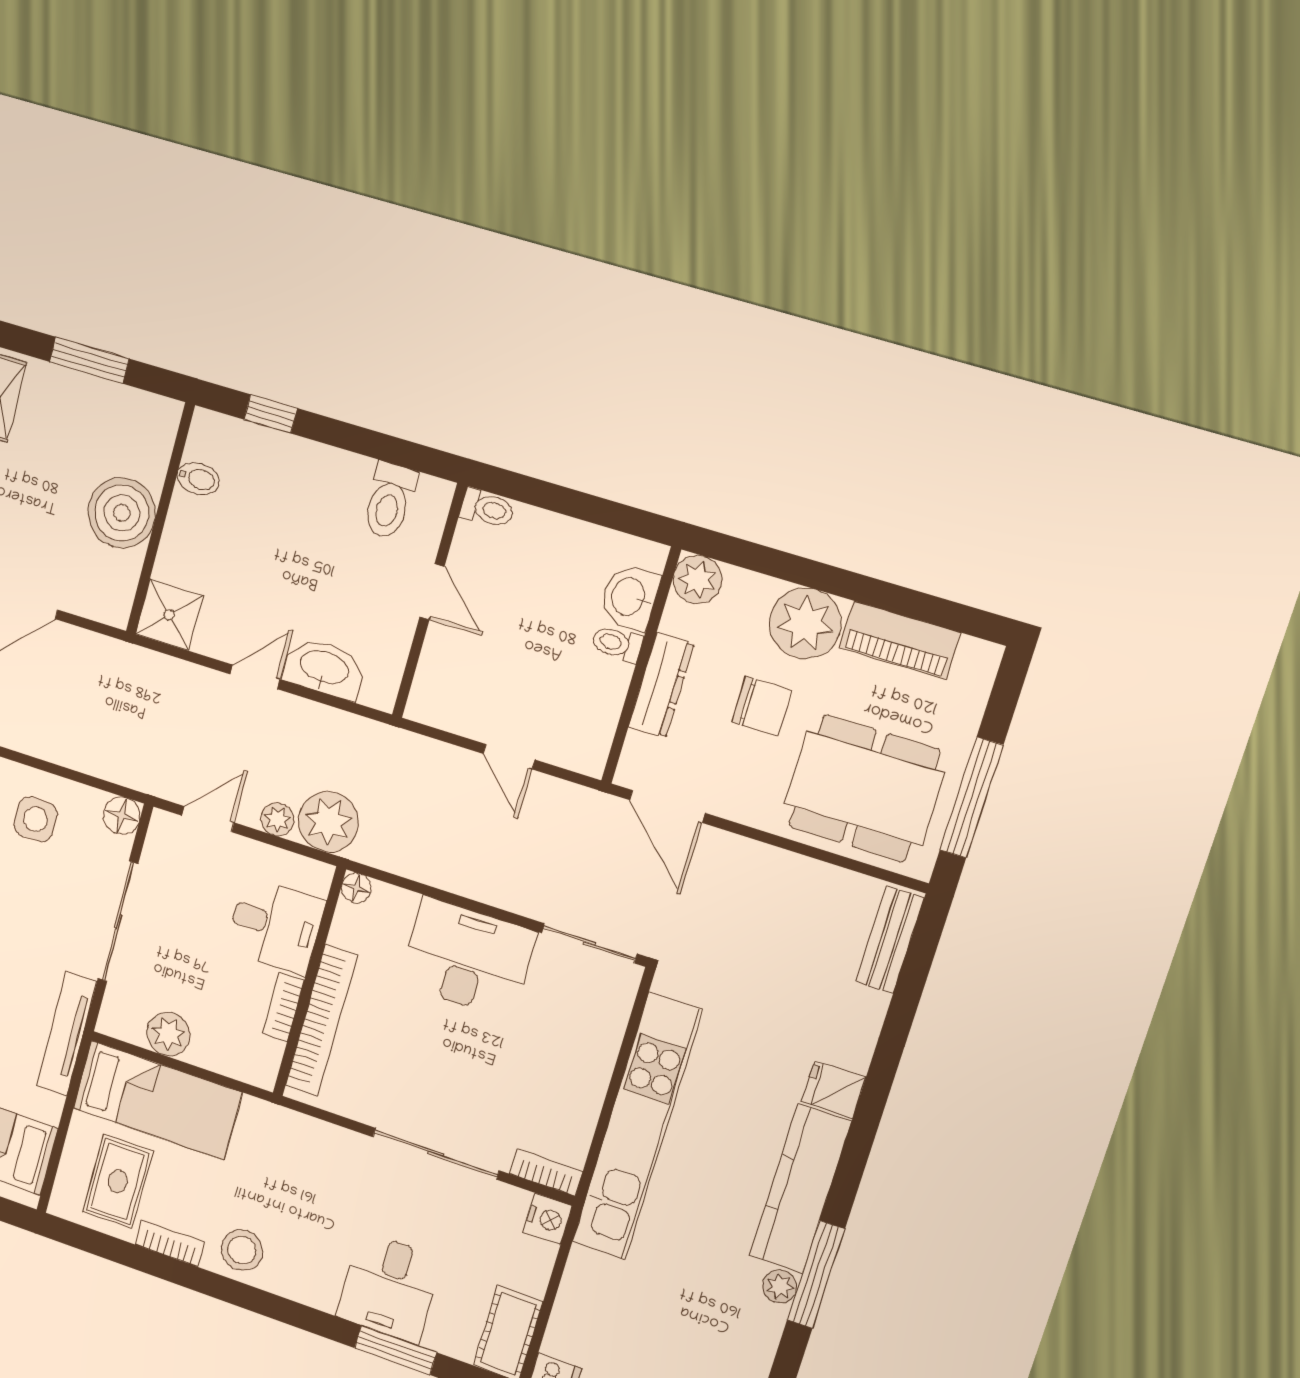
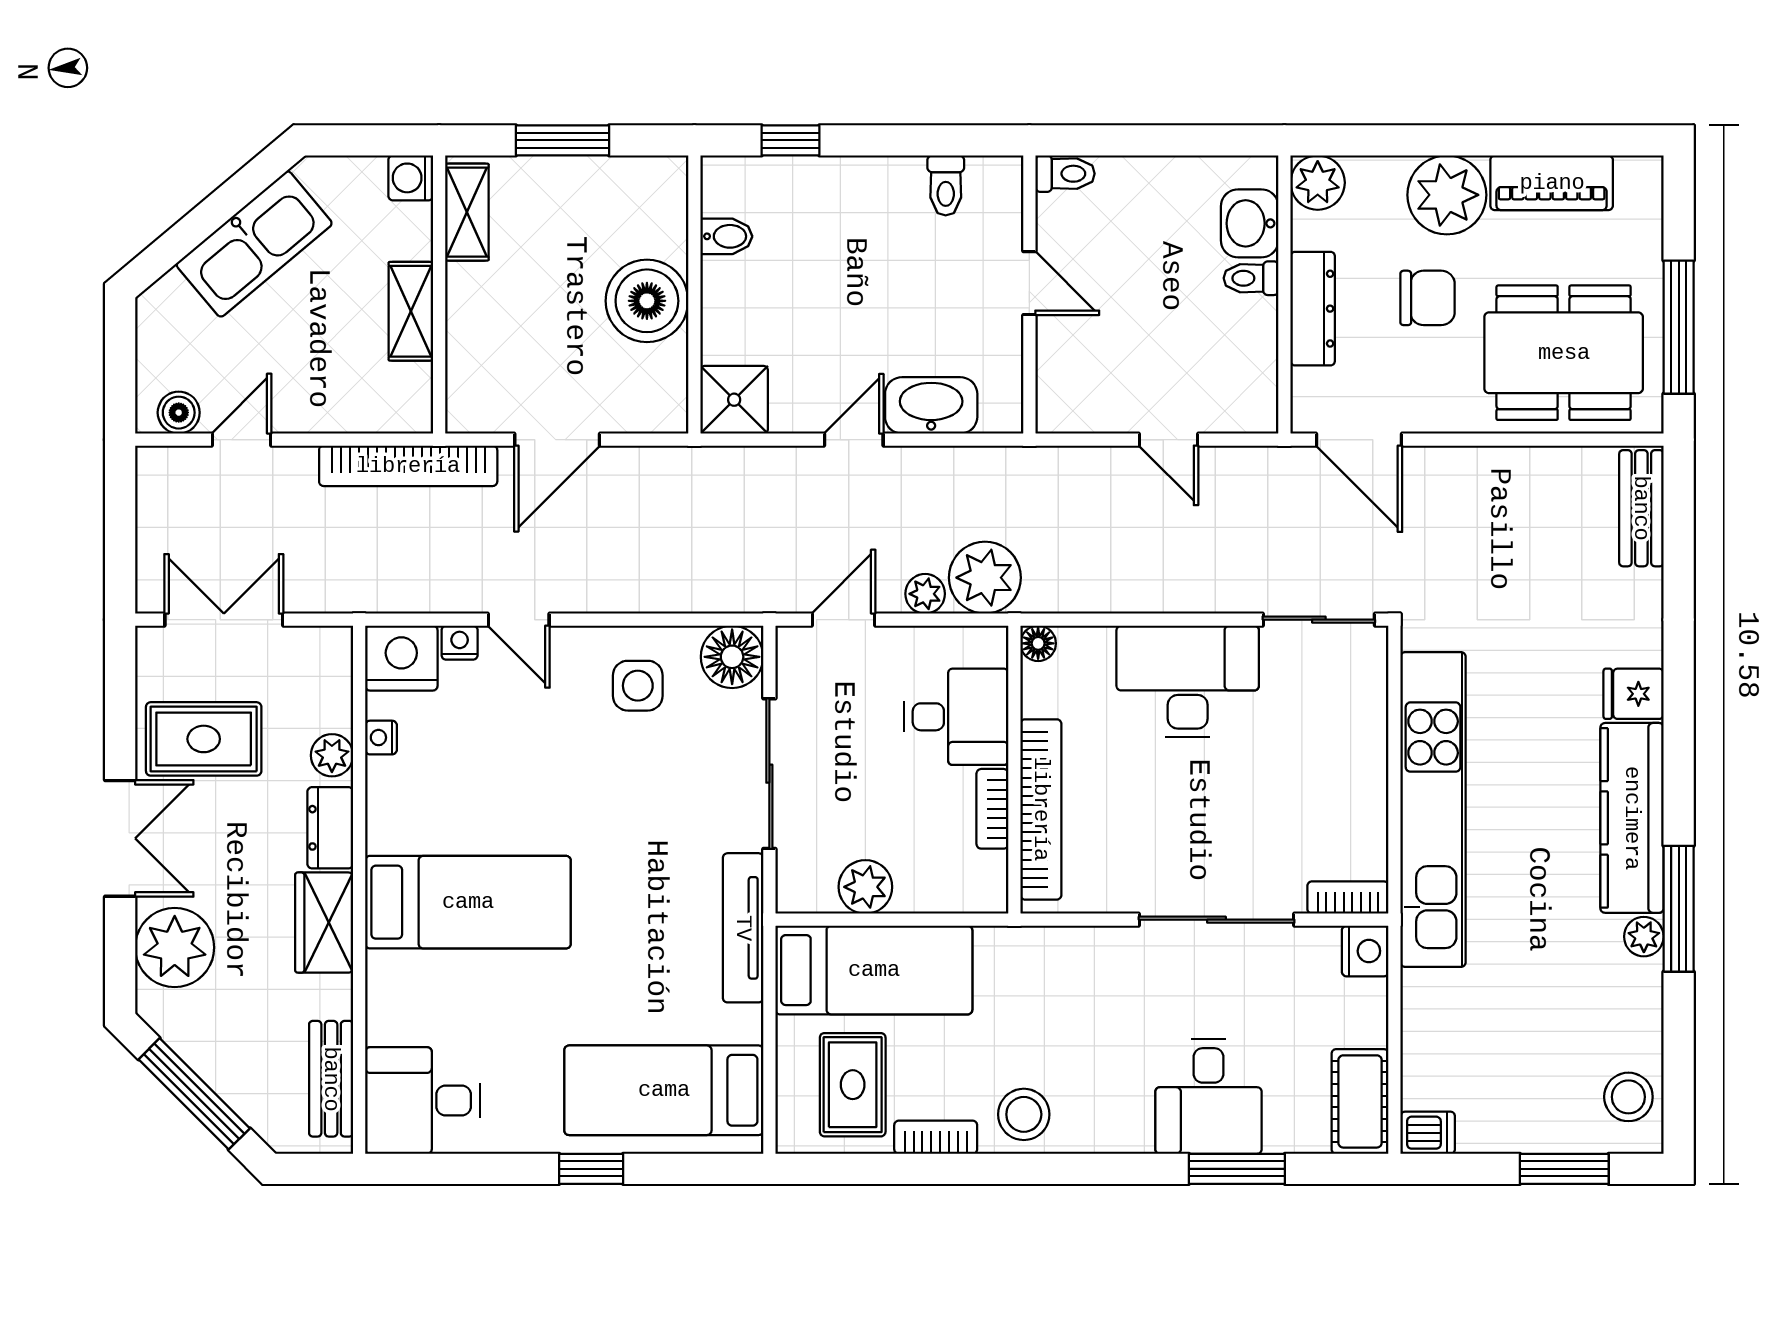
toilet: (389, 501) -> (946, 185), width x0.73, depth x0.72
floor lamp: (122, 816) -> (732, 657), width x1.38, depth x1.38

